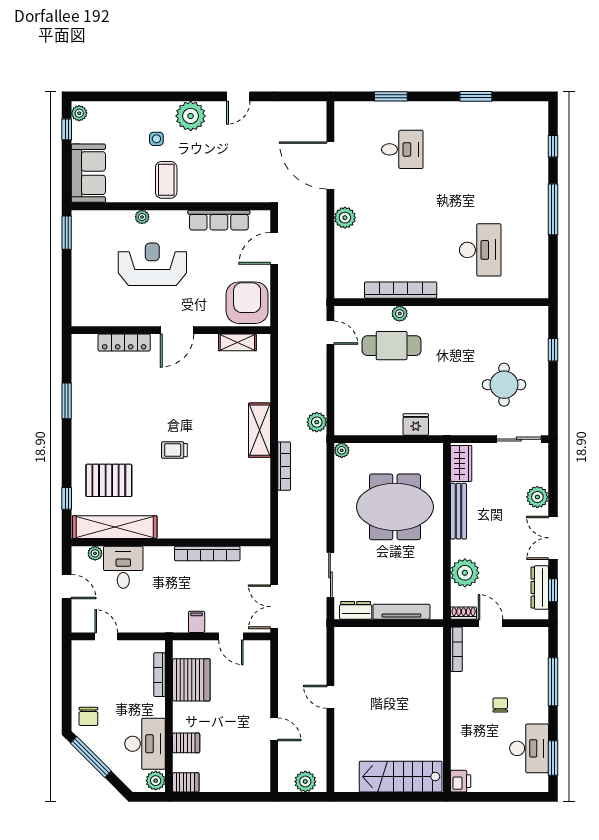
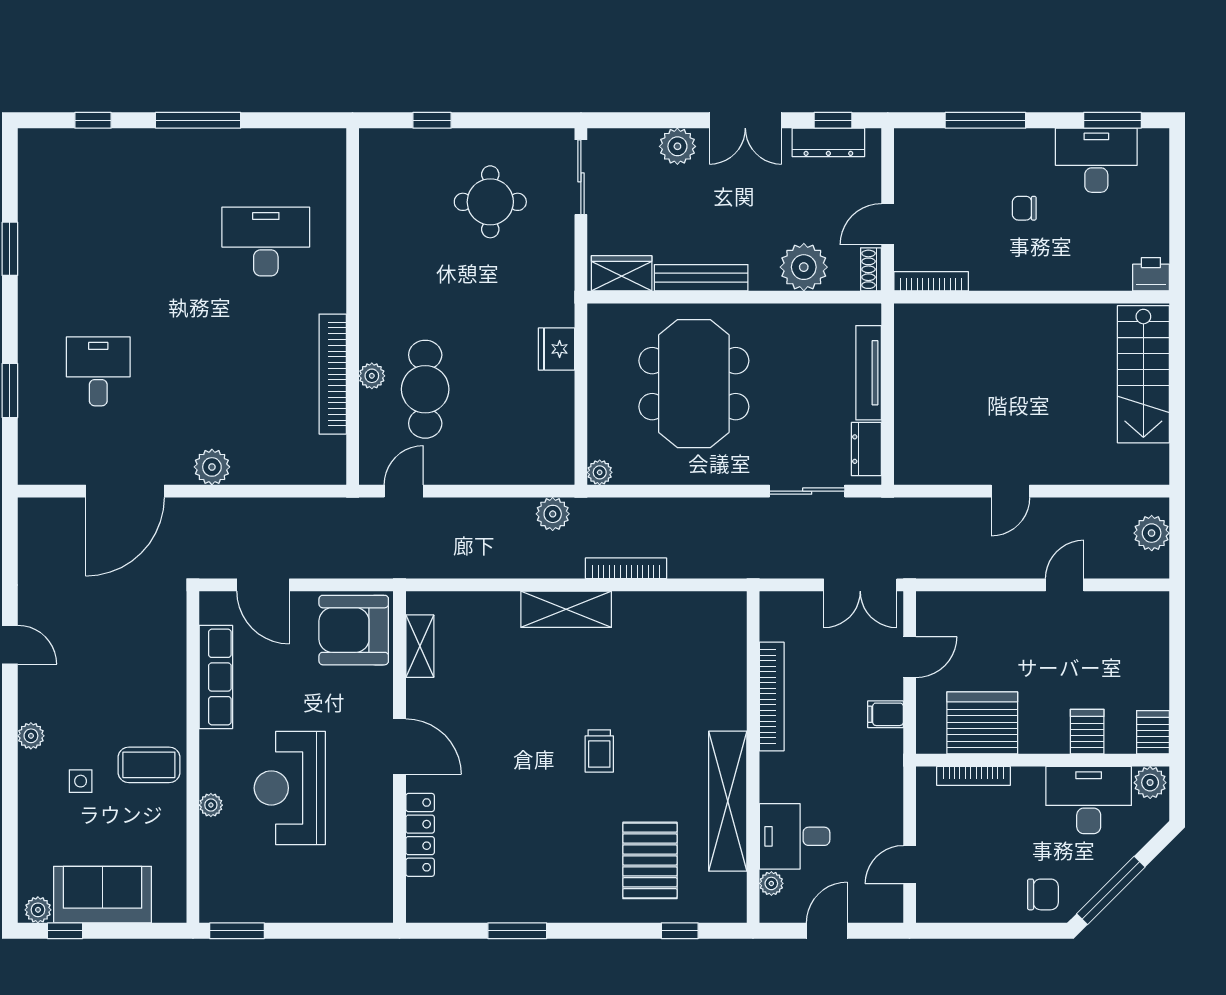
plant: (191, 116) -> (31, 736), width x0.53, depth x0.53
sofa: (88, 173) -> (103, 895), moved
shelving: (115, 527) -> (728, 801), moved

